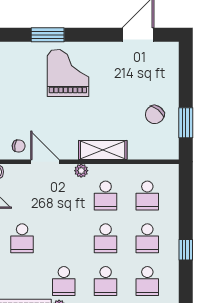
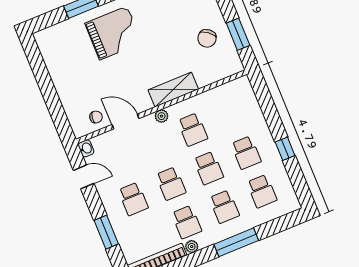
grand piano: (68, 73) -> (113, 33), turned 90
school desk: (147, 196) -> (171, 184), moved

